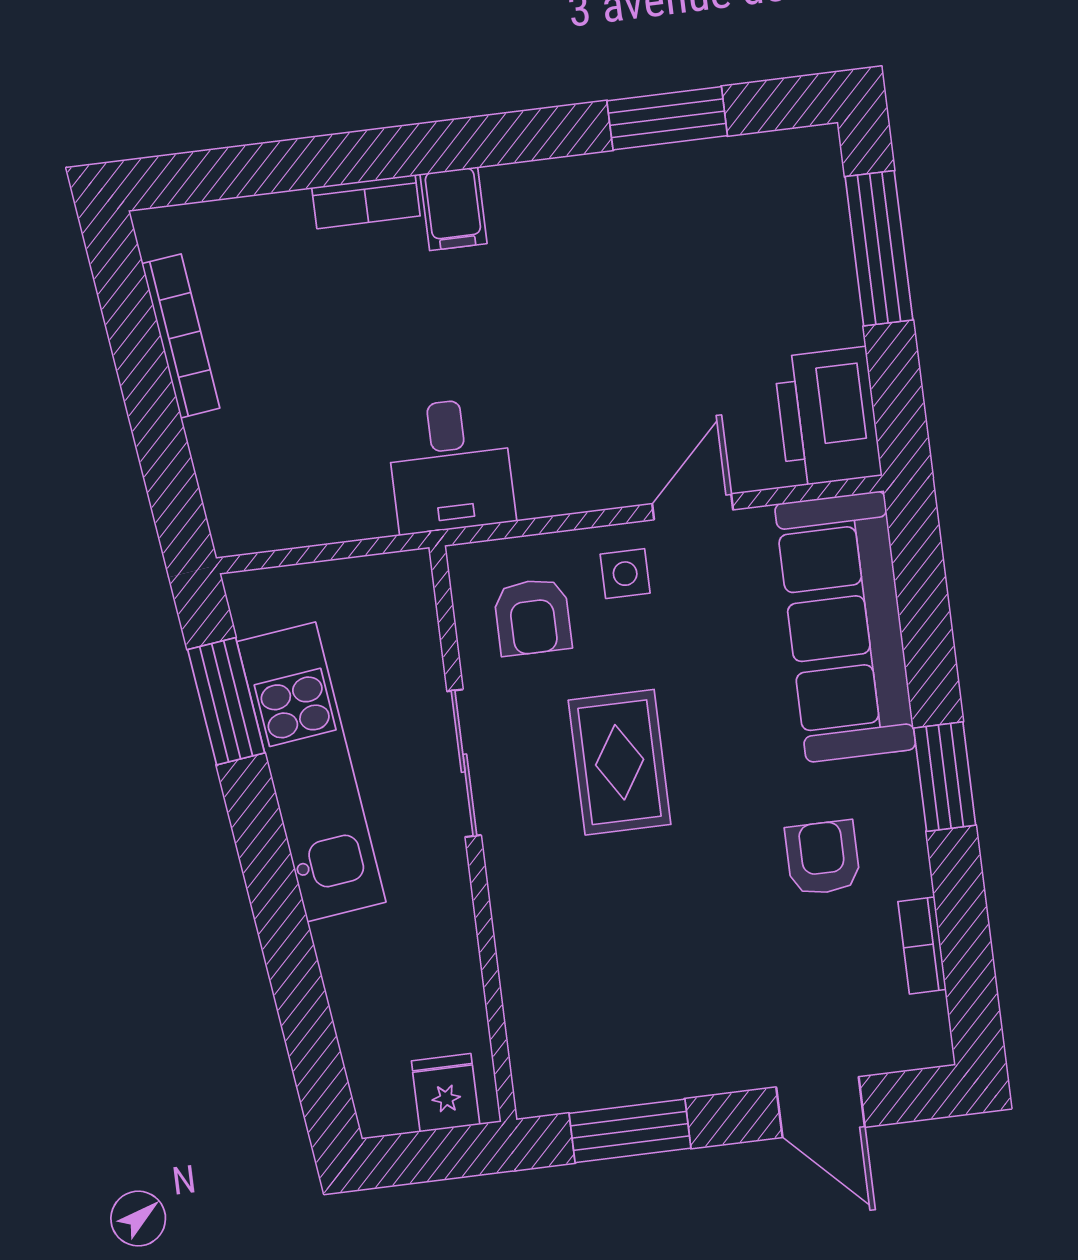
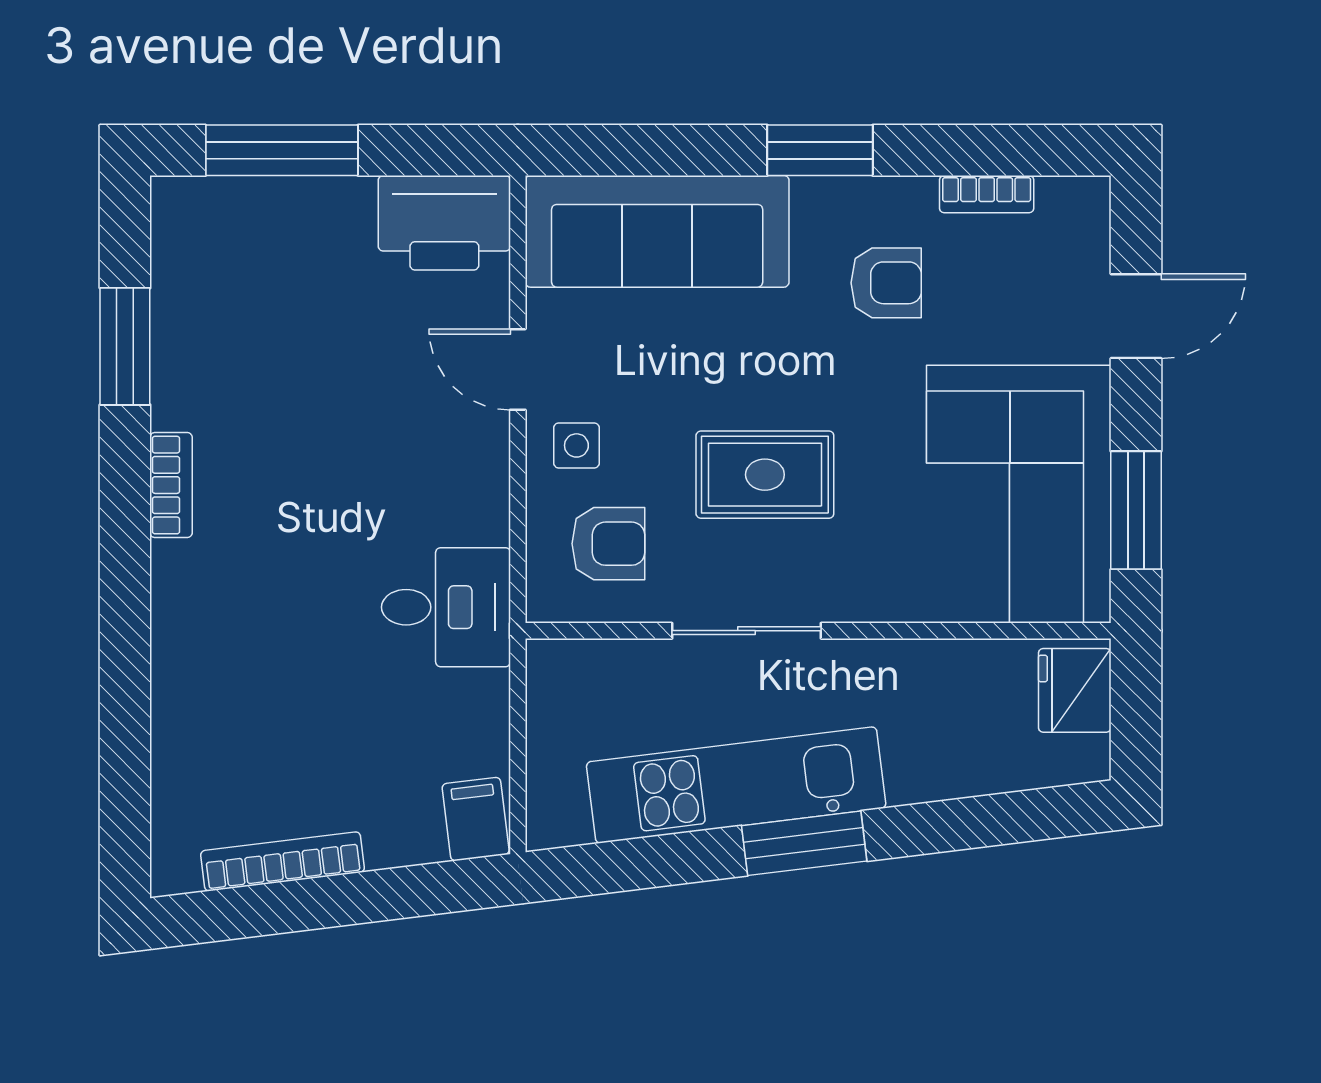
bookcase: (366, 202) -> (171, 485), moved
filing cabinet: (454, 209) -> (476, 819), moved, turned -97
window: (226, 701) -> (804, 843), moved
armchair: (823, 858) -> (886, 283), turned 180
corner sofa: (631, 1014) -> (1019, 494), added
fridge: (446, 1093) -> (1075, 690), width x1.38

